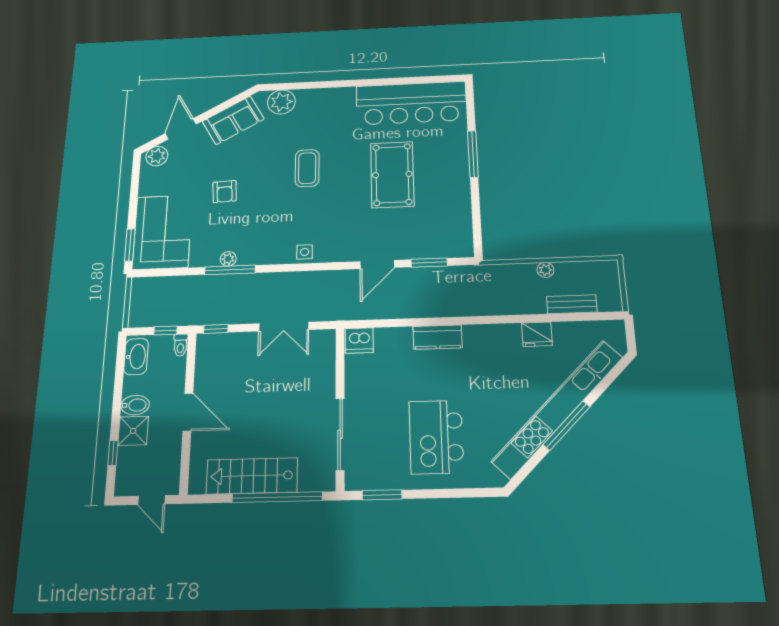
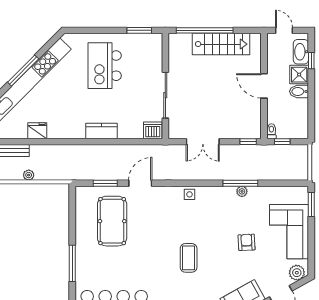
pool table: (392, 175) -> (112, 221), moved
corner sofa: (162, 232) -> (289, 232), moved
double door: (284, 327) -> (203, 142), swing flipped
washbasin: (136, 357) -> (301, 52), moved
sliding door: (340, 434) -> (165, 95), moved
kitchen island: (436, 437) -> (105, 66), turned 180

